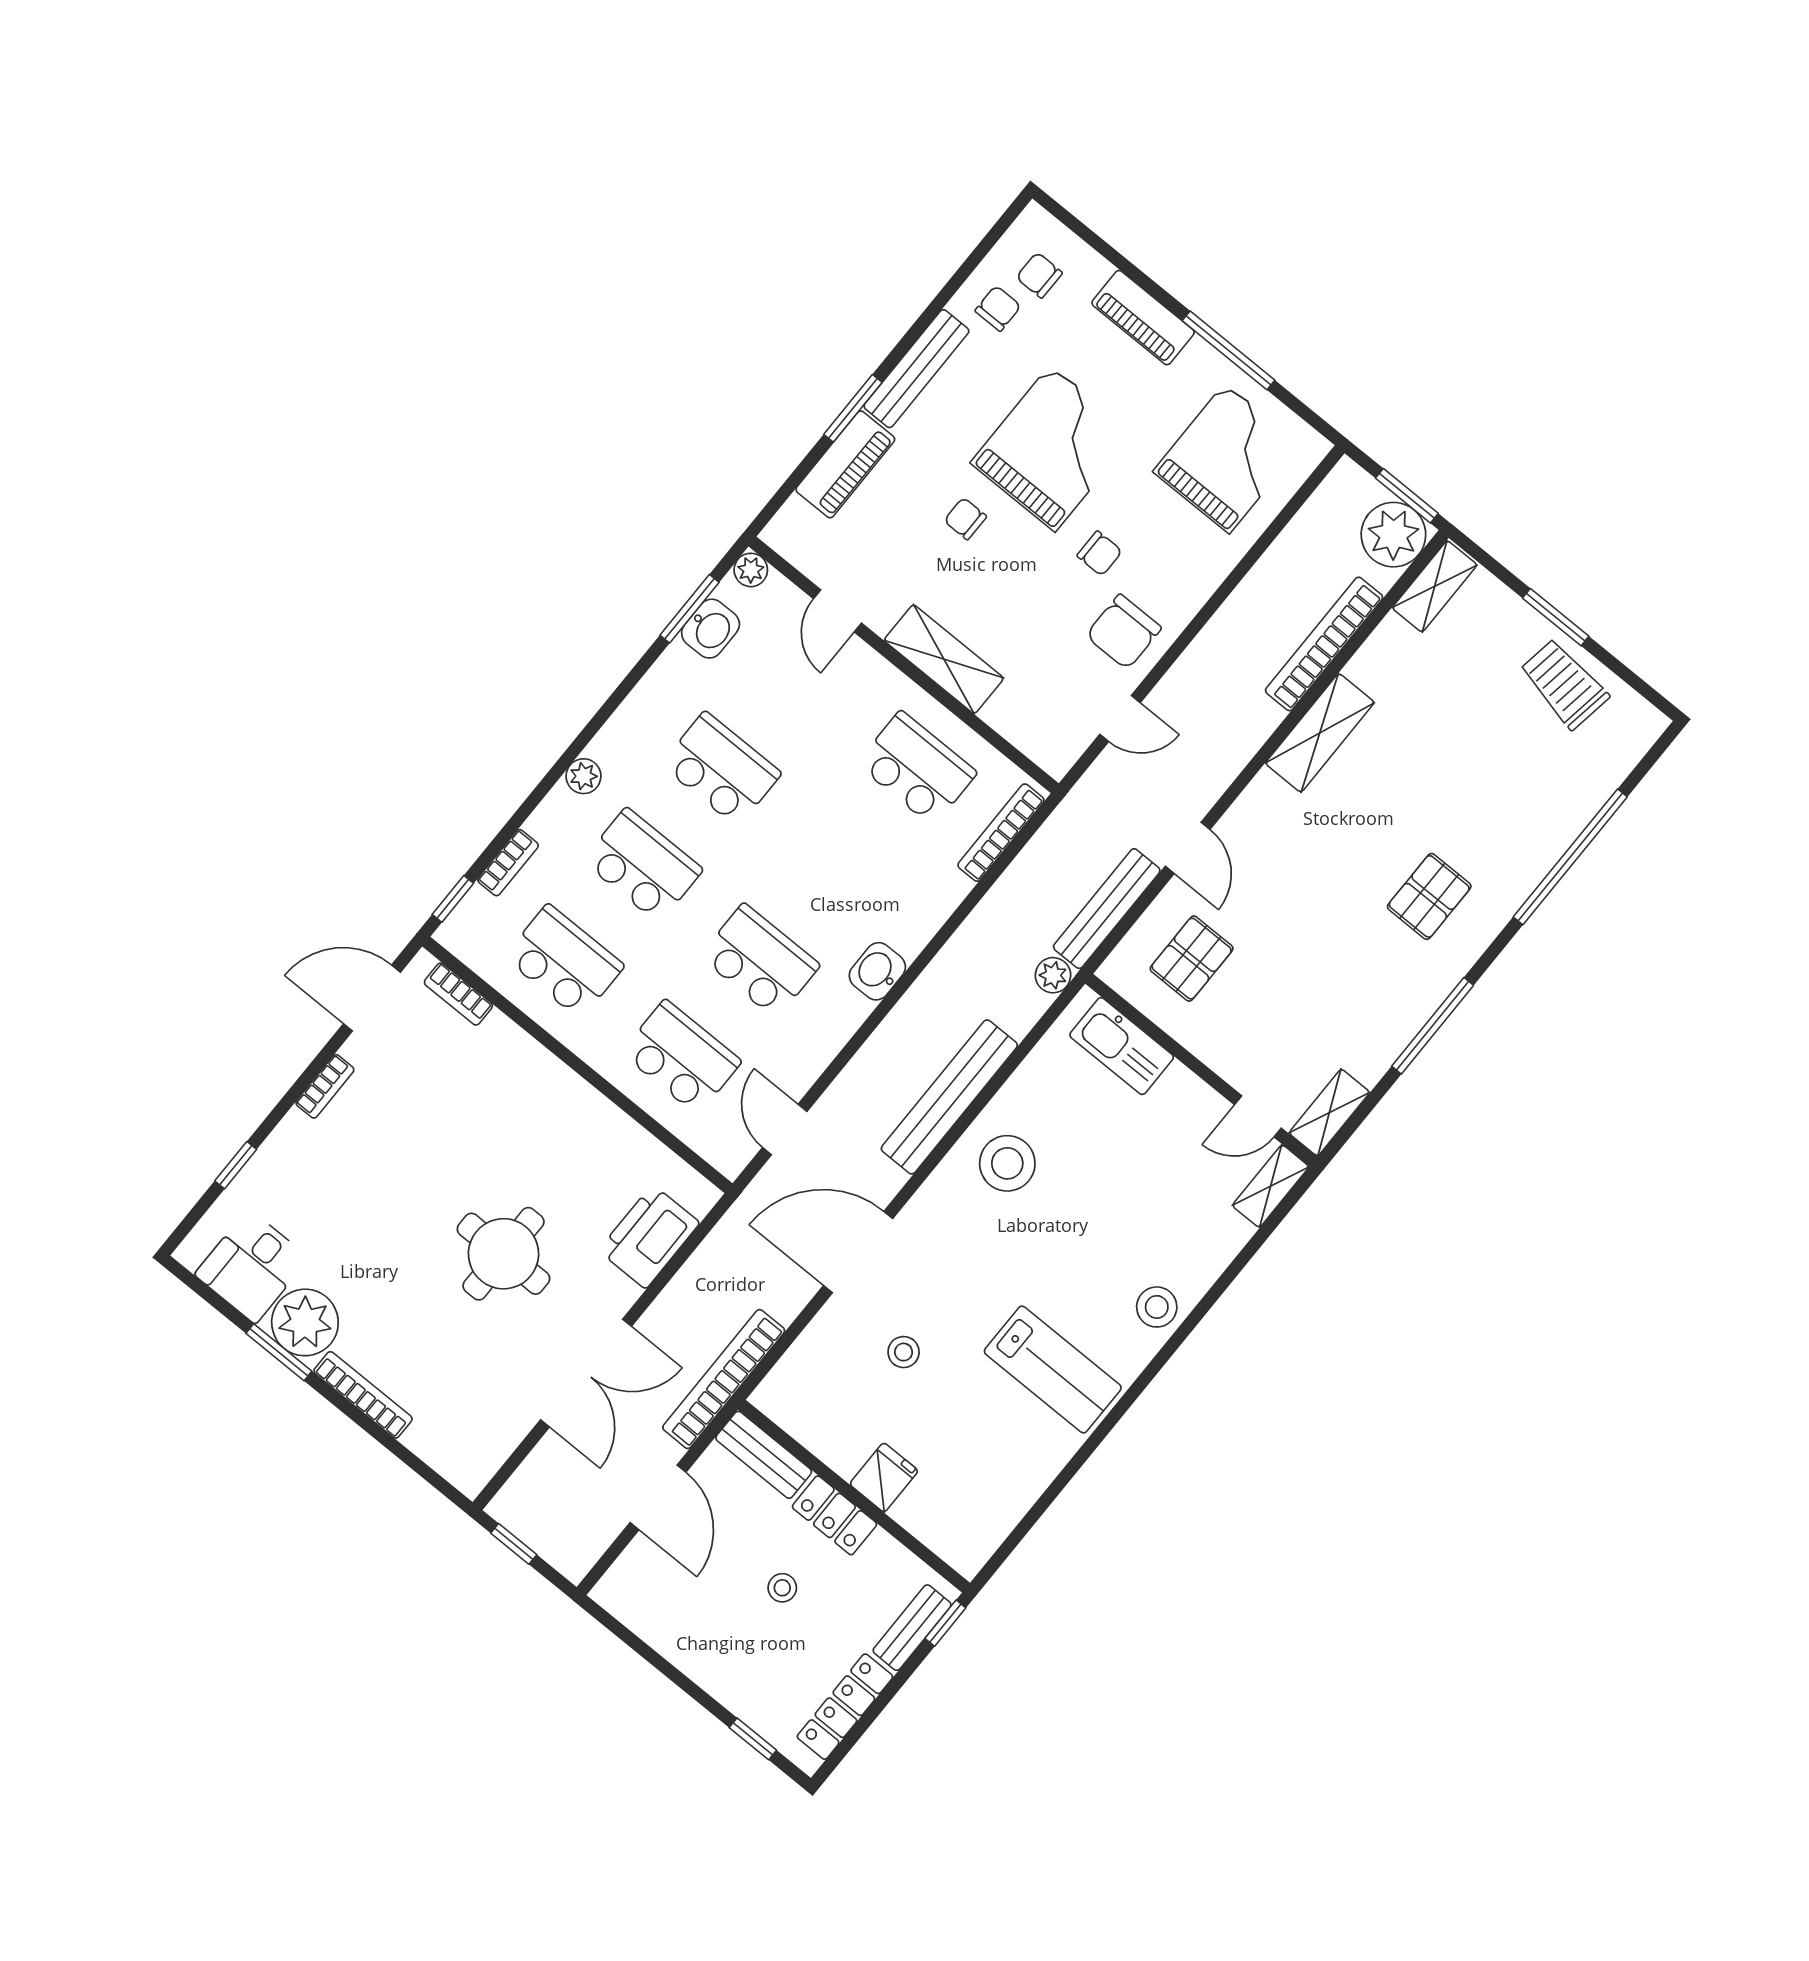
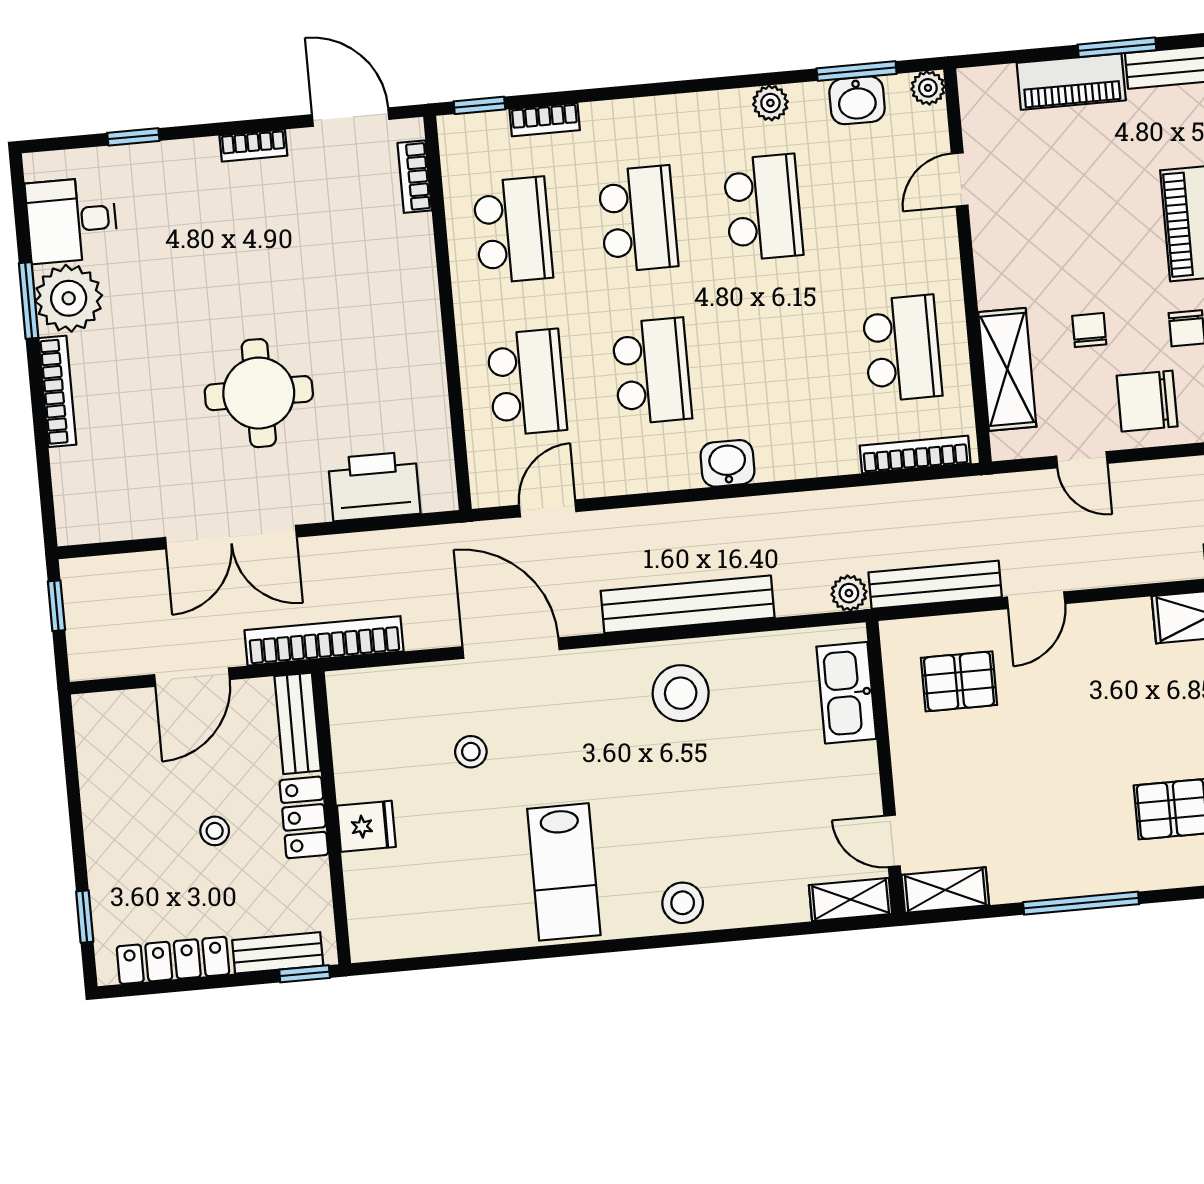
chair: (965, 519) -> (1089, 330), moved
shelving: (944, 659) -> (1007, 369), moved
plant: (583, 776) -> (770, 103), moved

